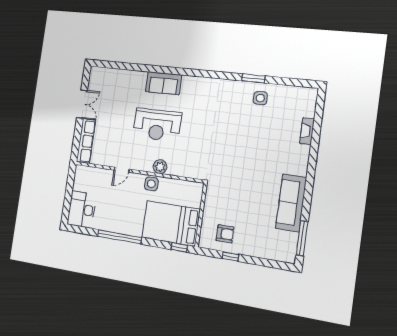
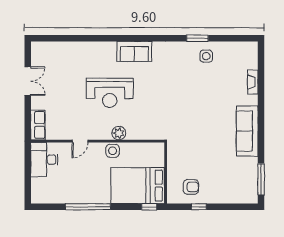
sofa: (164, 83) -> (134, 51), moved
row of seats: (86, 141) -> (38, 125), width x0.68
sofa: (291, 203) -> (247, 131), moved
desk: (82, 209) -> (44, 160), moved

